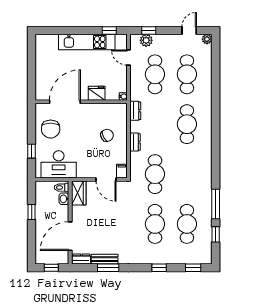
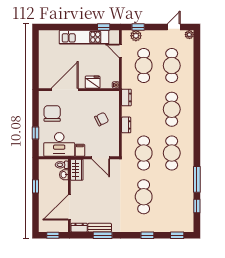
chair: (51, 129) -> (52, 113), turned 180
filing cabinet: (122, 171) -> (80, 150), moved
cafe table: (187, 224) -> (172, 153), moved

